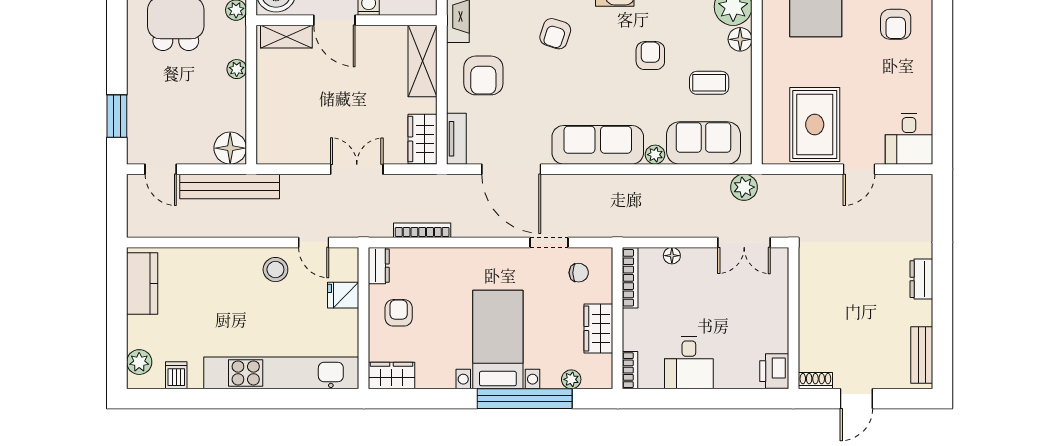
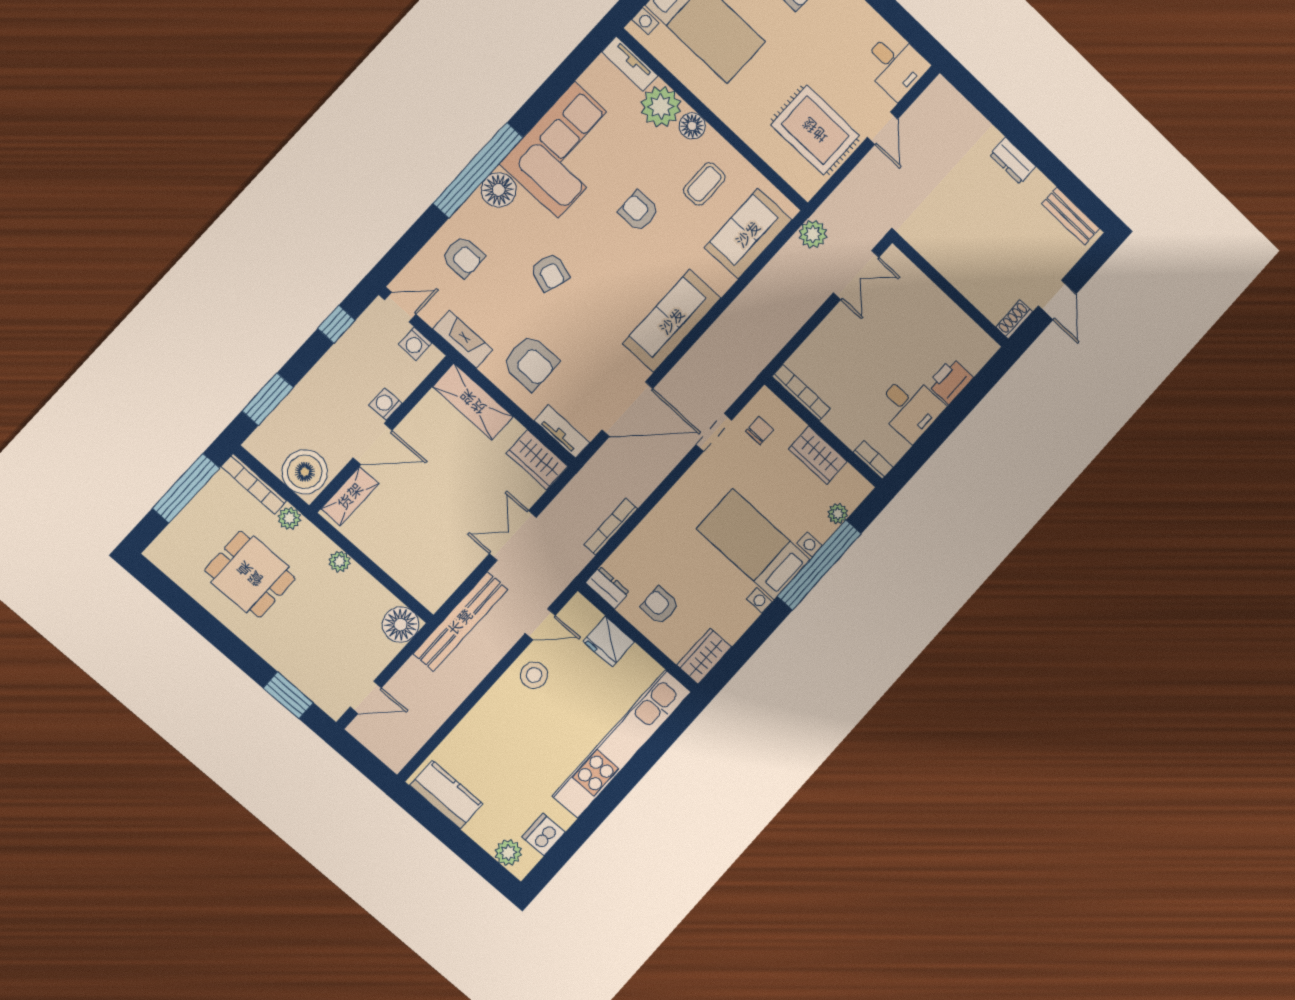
plant: (655, 155) -> (722, 282), removed
bench: (230, 186) -> (460, 622), moved
floor lamp: (672, 256) -> (814, 343), removed
fridge: (343, 295) -> (609, 642), width x1.38
printer: (774, 371) -> (950, 381), moved, turned 90
dishwasher: (176, 375) -> (543, 835), width x1.38

